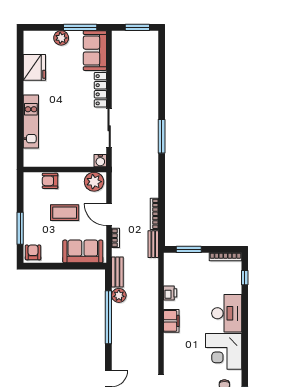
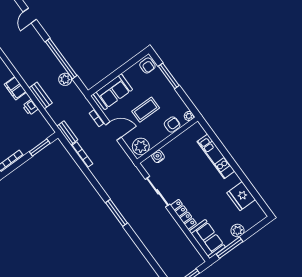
water cooler: (100, 161) -> (158, 156), moved
plant: (29, 177) -> (189, 116), added
bench: (117, 272) -> (41, 95), moved

